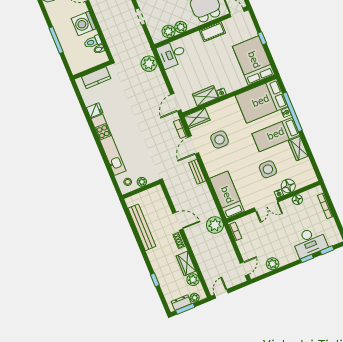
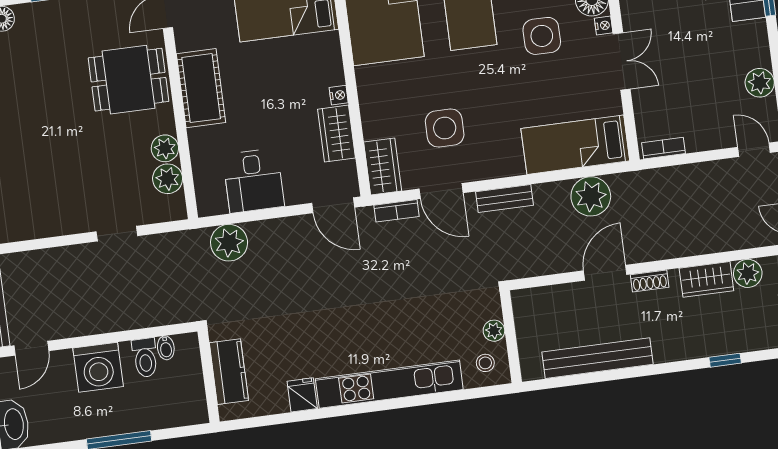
cot: (212, 32) -> (201, 88), width x1.37, depth x1.34
desk: (172, 54) -> (254, 181), moved
plant: (215, 225) -> (591, 196), moved

